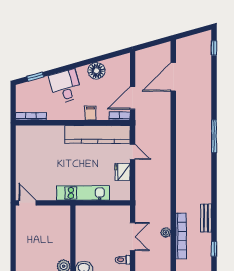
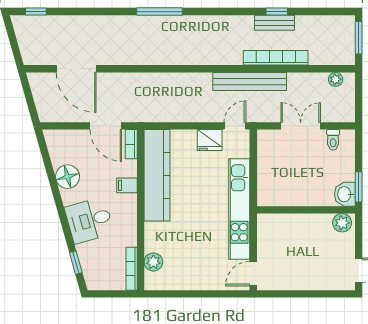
plant: (36, 132) -> (153, 262), added
door: (133, 152) -> (235, 126), moved
kitchen unit: (83, 193) -> (239, 209), width x1.36
bench: (164, 200) -> (250, 81), added
plant: (166, 232) -> (336, 79), moved
bookcase: (181, 236) -> (276, 58), moved
window: (214, 249) -> (277, 12), moved

